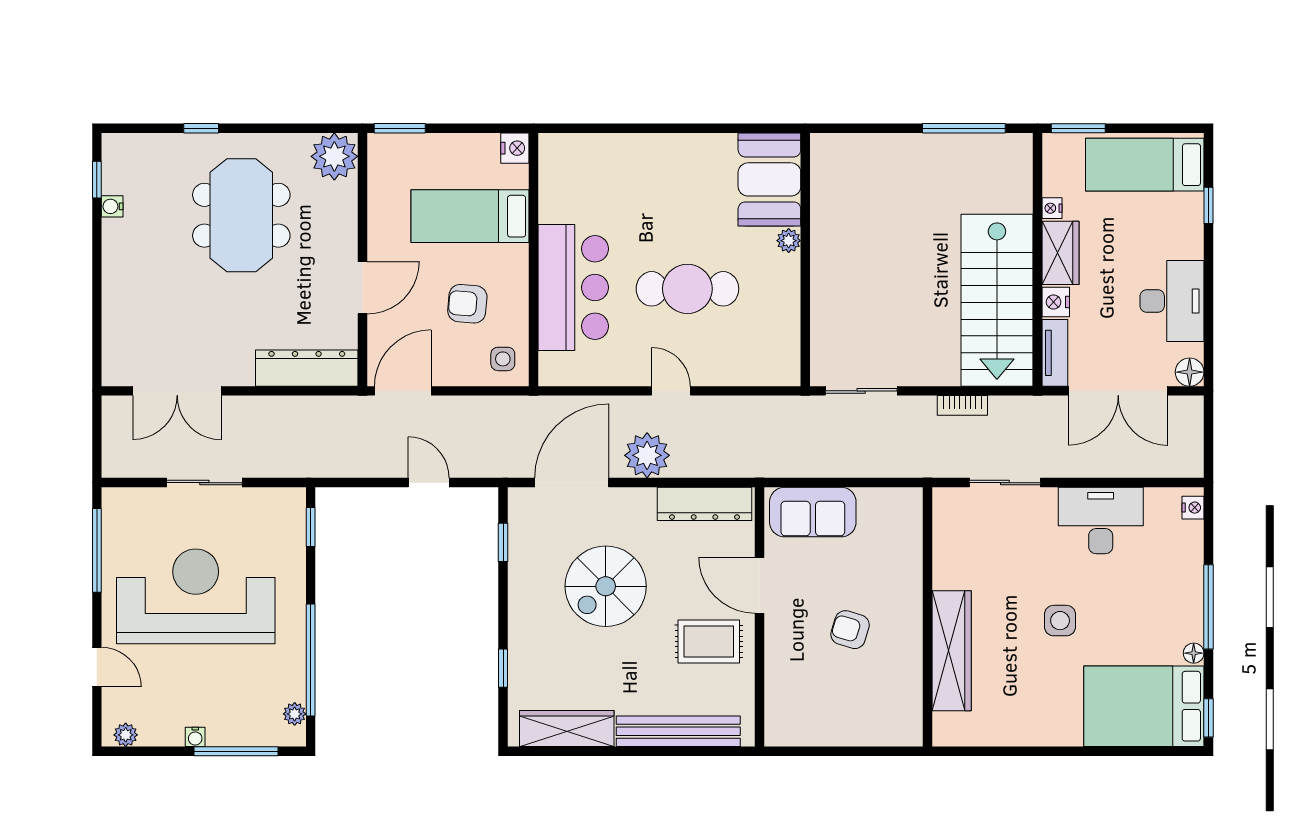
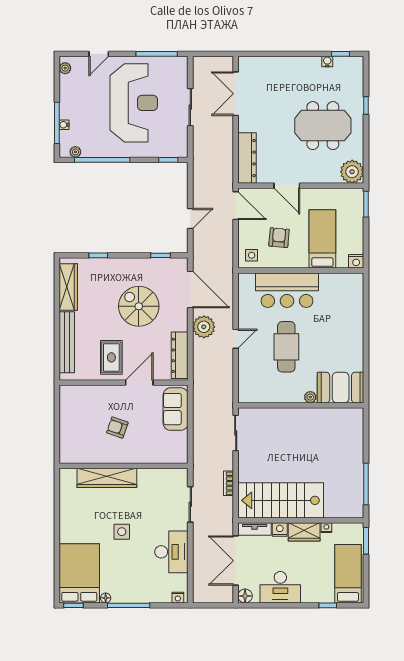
armchair: (850, 630) -> (117, 428), turned -88
water cooler: (195, 737) -> (64, 125), moved

